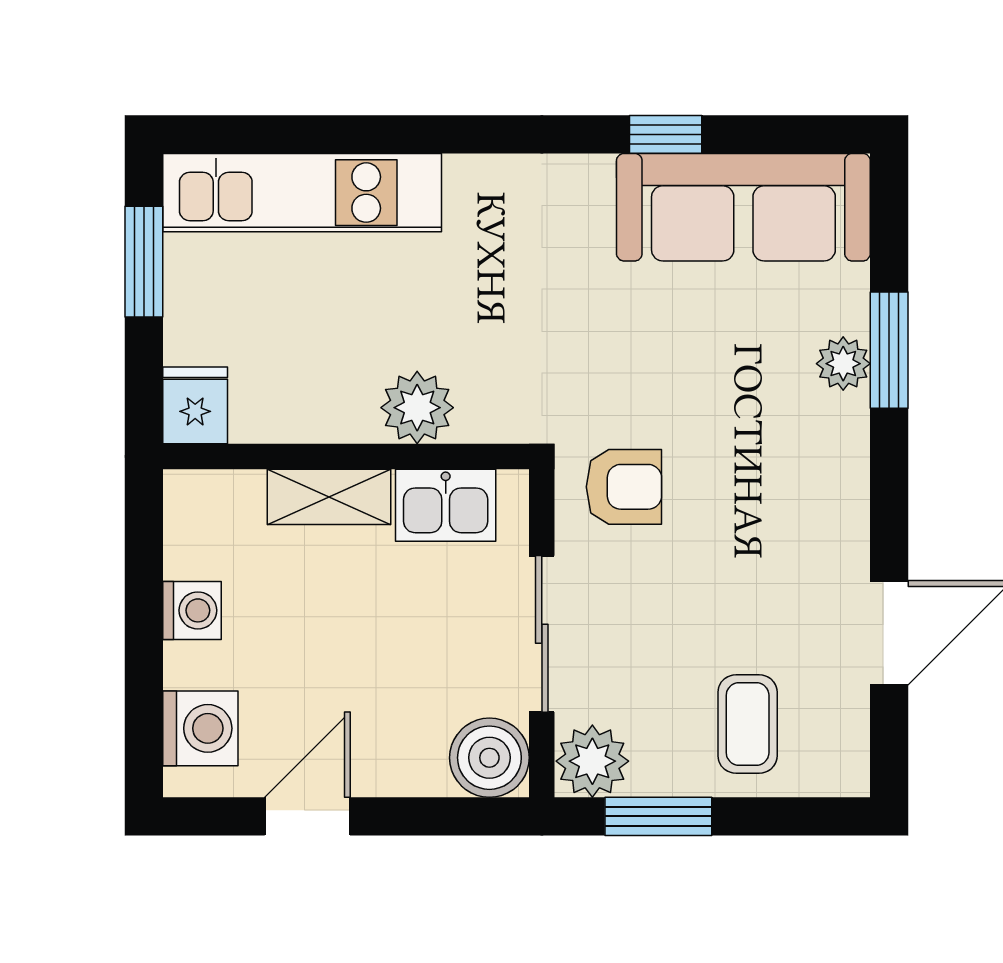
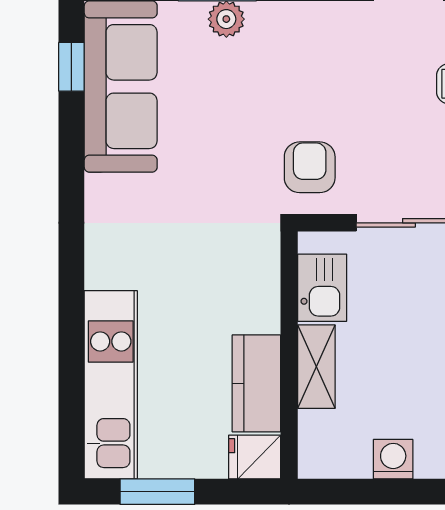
window: (666, 134) -> (71, 67), moved
kitchen counter: (304, 408) -> (256, 383), added
plant: (417, 408) -> (256, 307), removed

